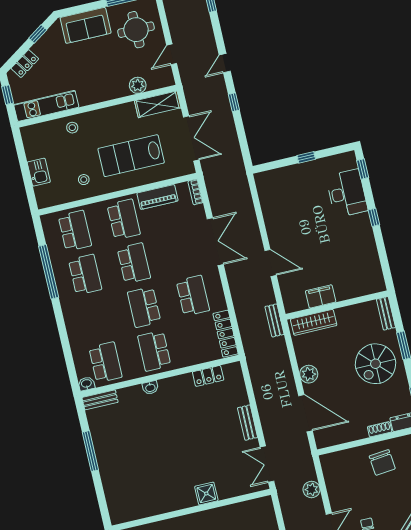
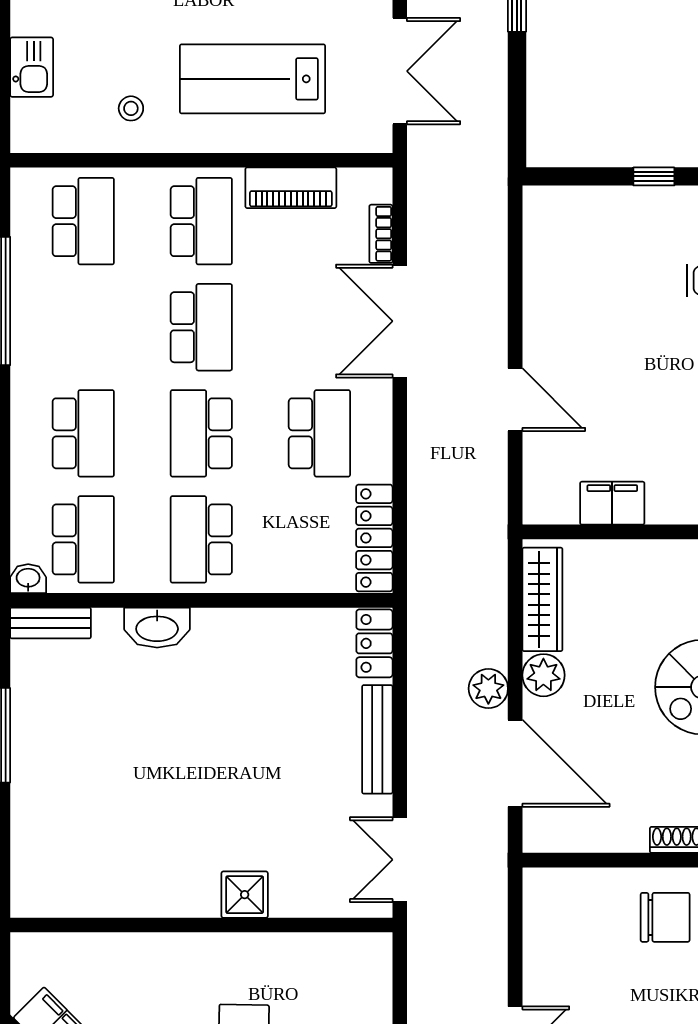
bookcase: (195, 192) -> (381, 234), moved
double door: (215, 242) -> (400, 321), swing flipped
school desk: (85, 275) -> (83, 433), moved
bench: (275, 320) -> (494, 534), removed
wardrobe: (314, 322) -> (542, 599), moved, turned -90
locker: (208, 376) -> (374, 643), moved, turned 90
washbasin: (150, 388) -> (157, 628), width x1.91, depth x1.45
bench: (248, 423) -> (377, 739), width x1.36
chair: (382, 462) -> (665, 917), turned -84
plant: (312, 489) -> (488, 689), moved

